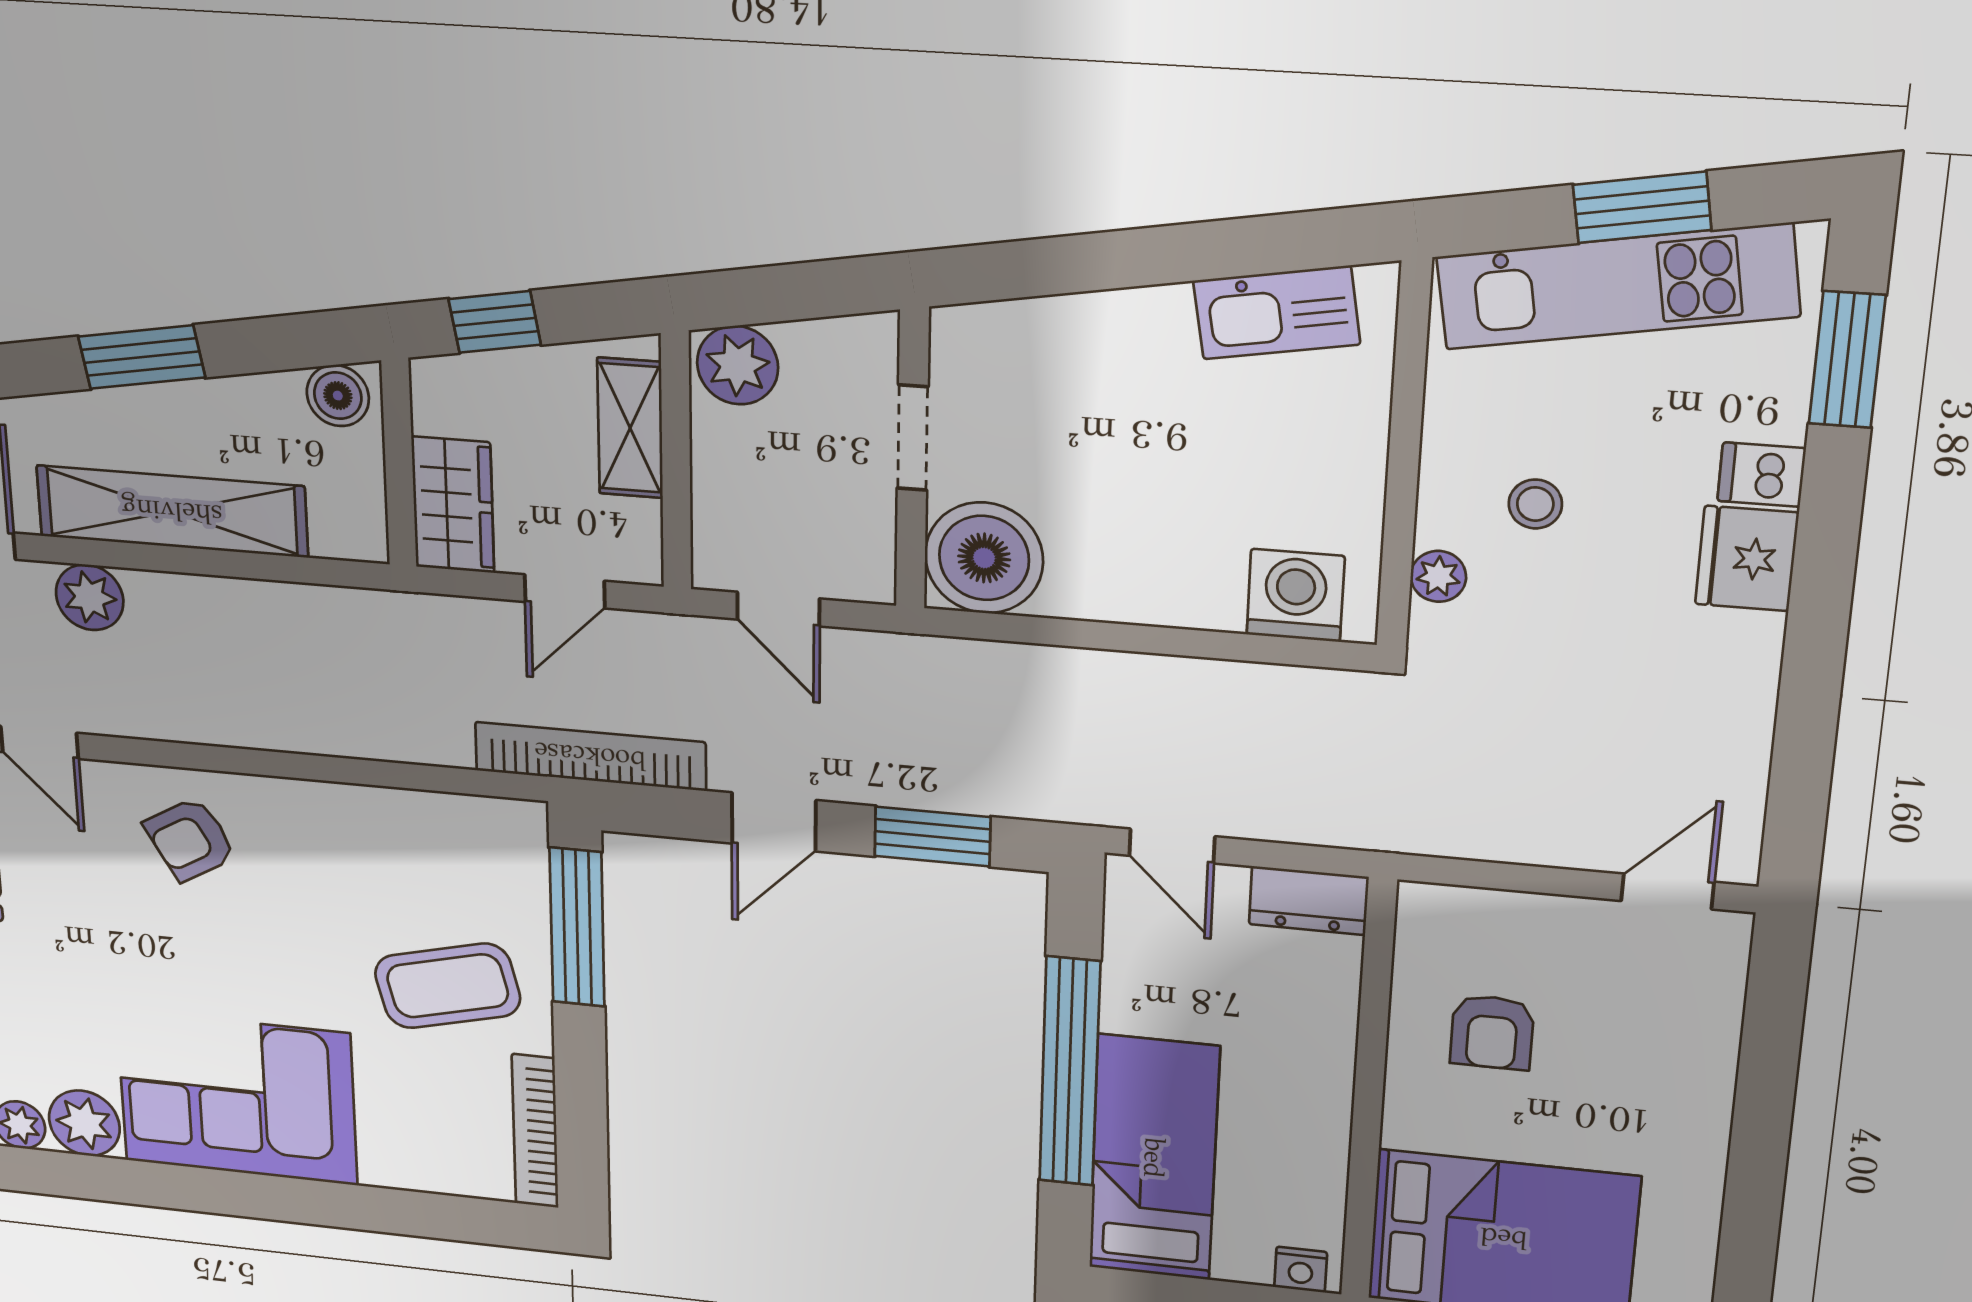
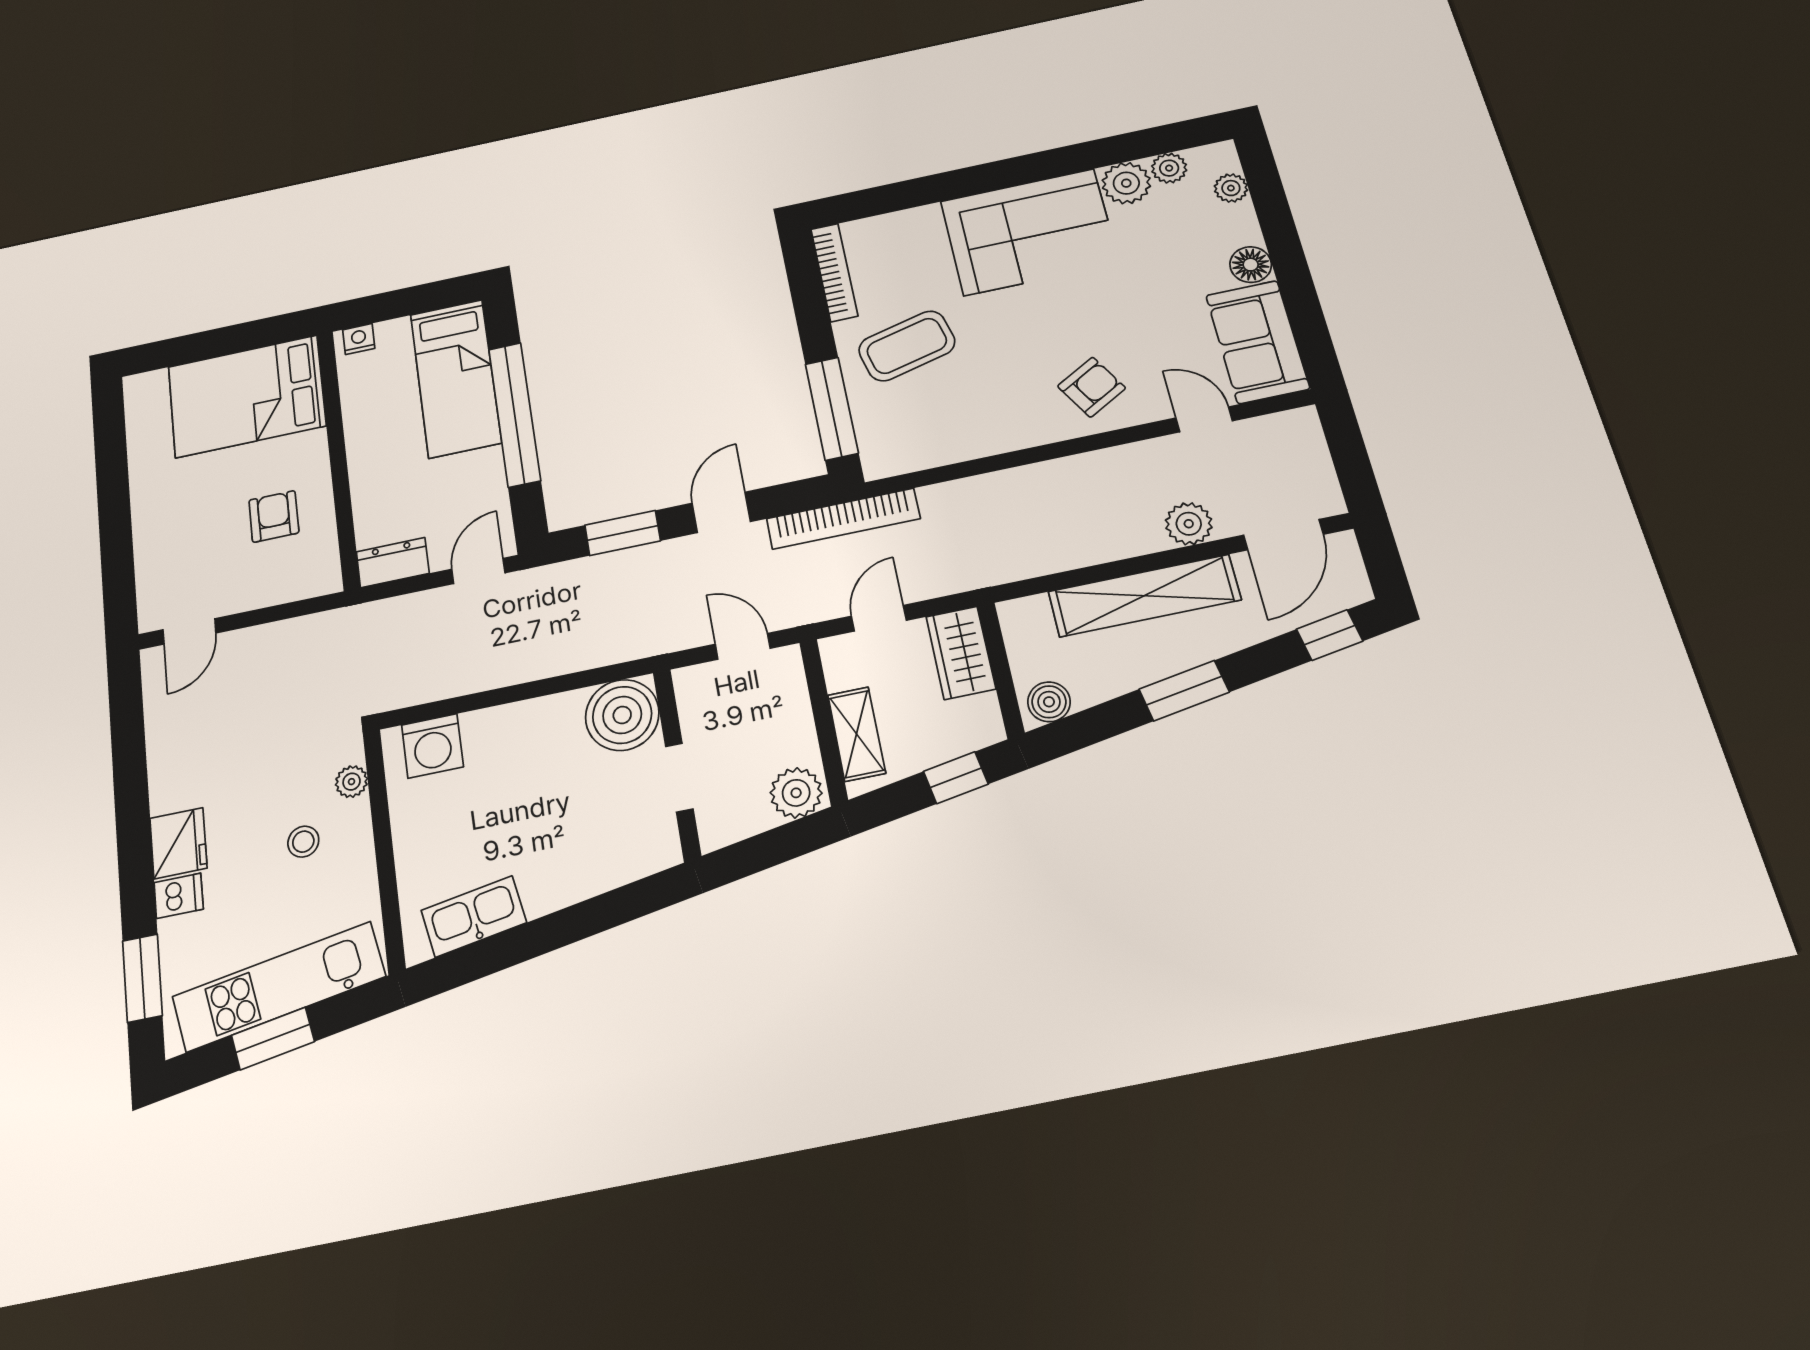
door: (1172, 846) -> (478, 571), hinge flipped

